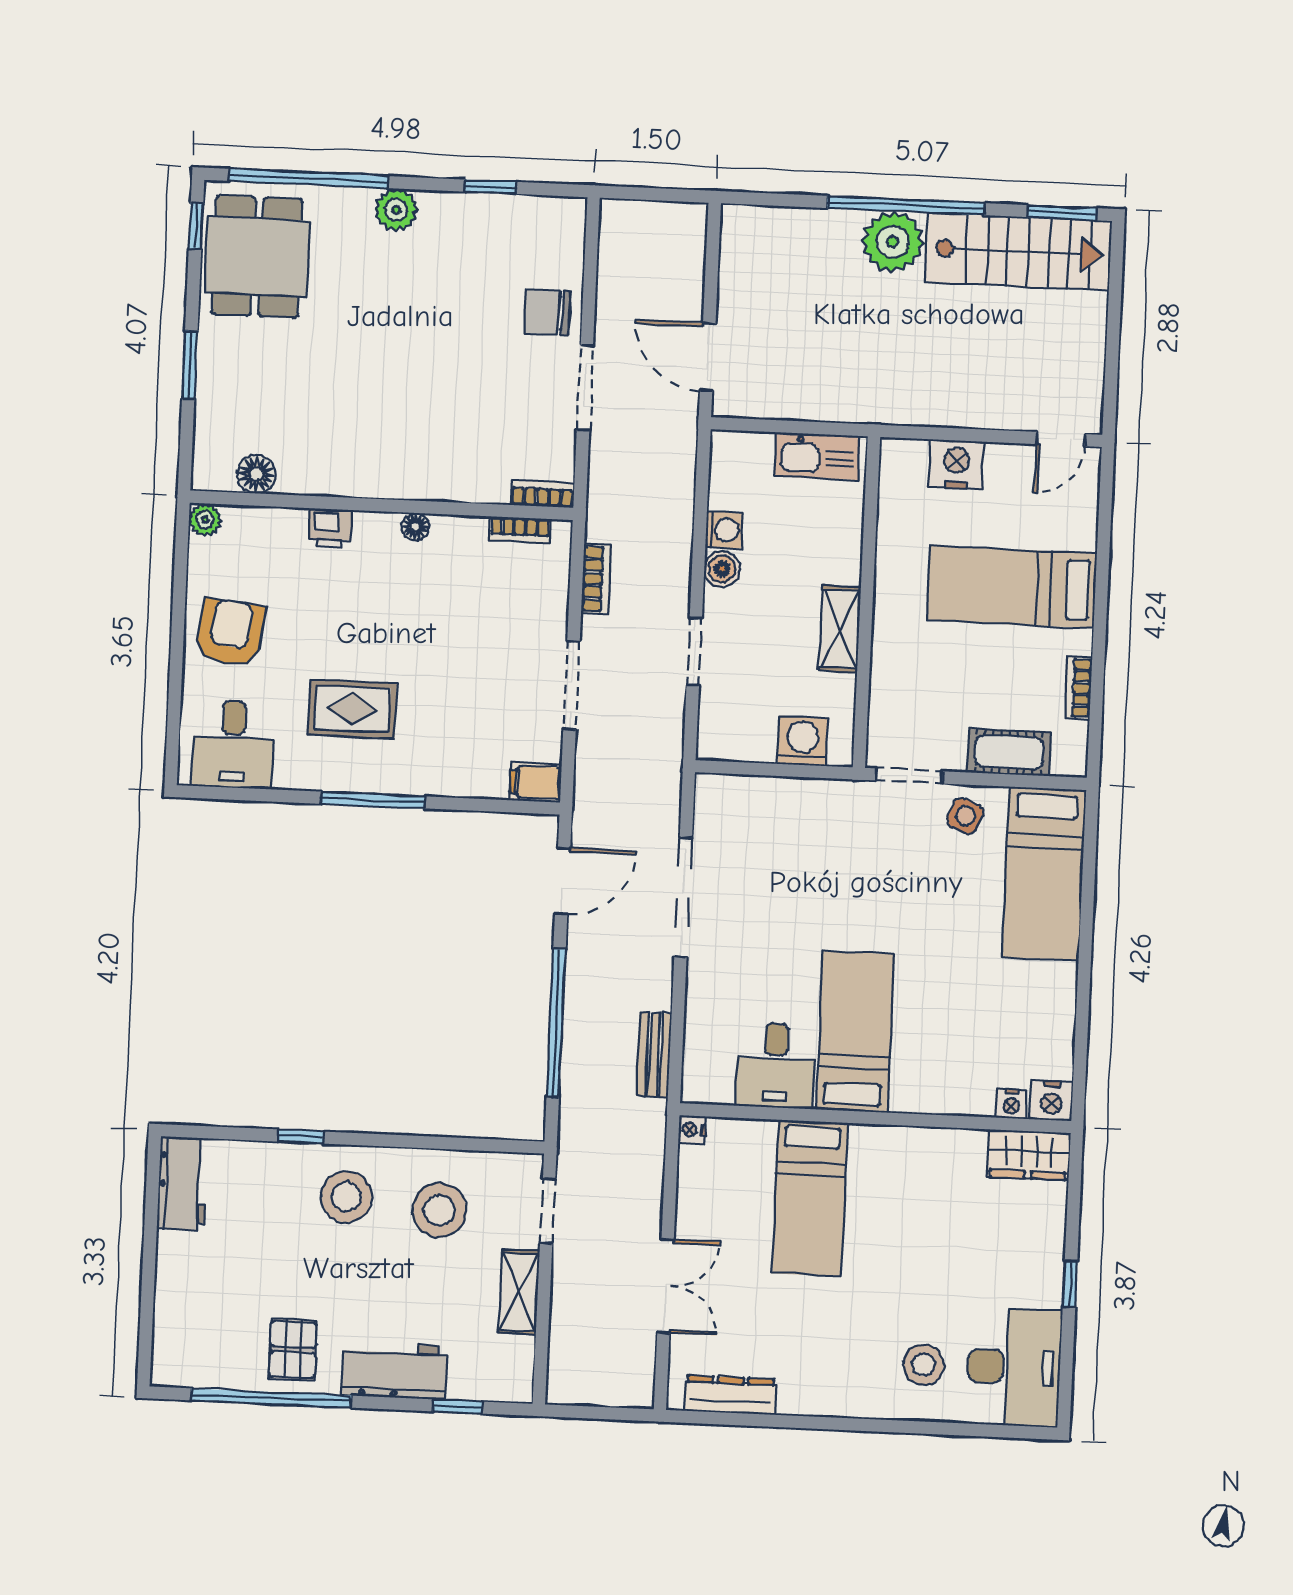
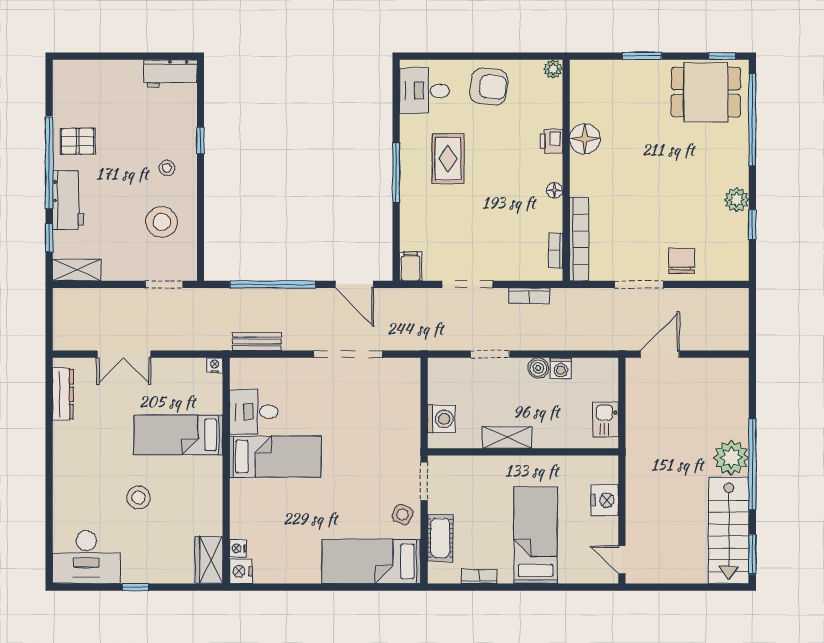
plant: (396, 210) -> (737, 200), moved
kitchen sink: (817, 456) -> (606, 420), width x0.73
floor lamp: (256, 474) -> (585, 139), moved, width x1.38, depth x1.38
bookcase: (543, 494) -> (579, 239), width x2.31, depth x1.31
stool: (346, 1197) -> (167, 168), width x0.53, depth x0.53
shelving: (519, 1292) -> (77, 270), moved
stool: (924, 1365) -> (139, 498), moved
window: (271, 1398) -> (49, 162), moved

